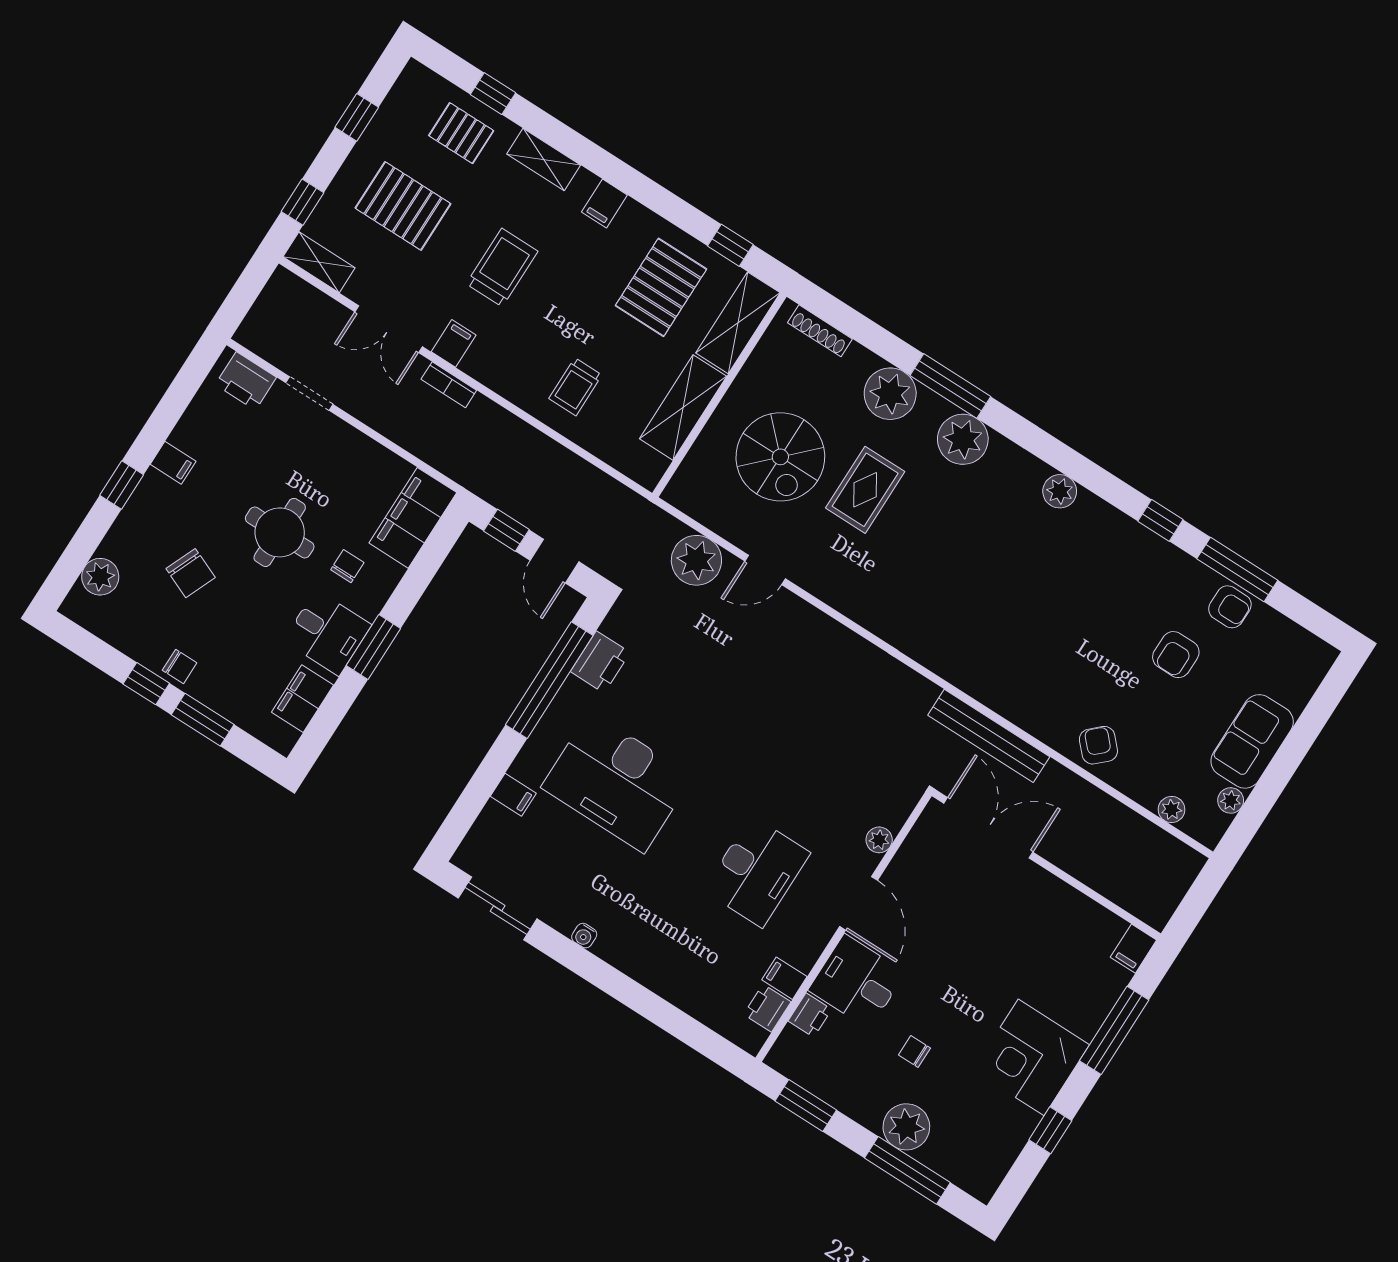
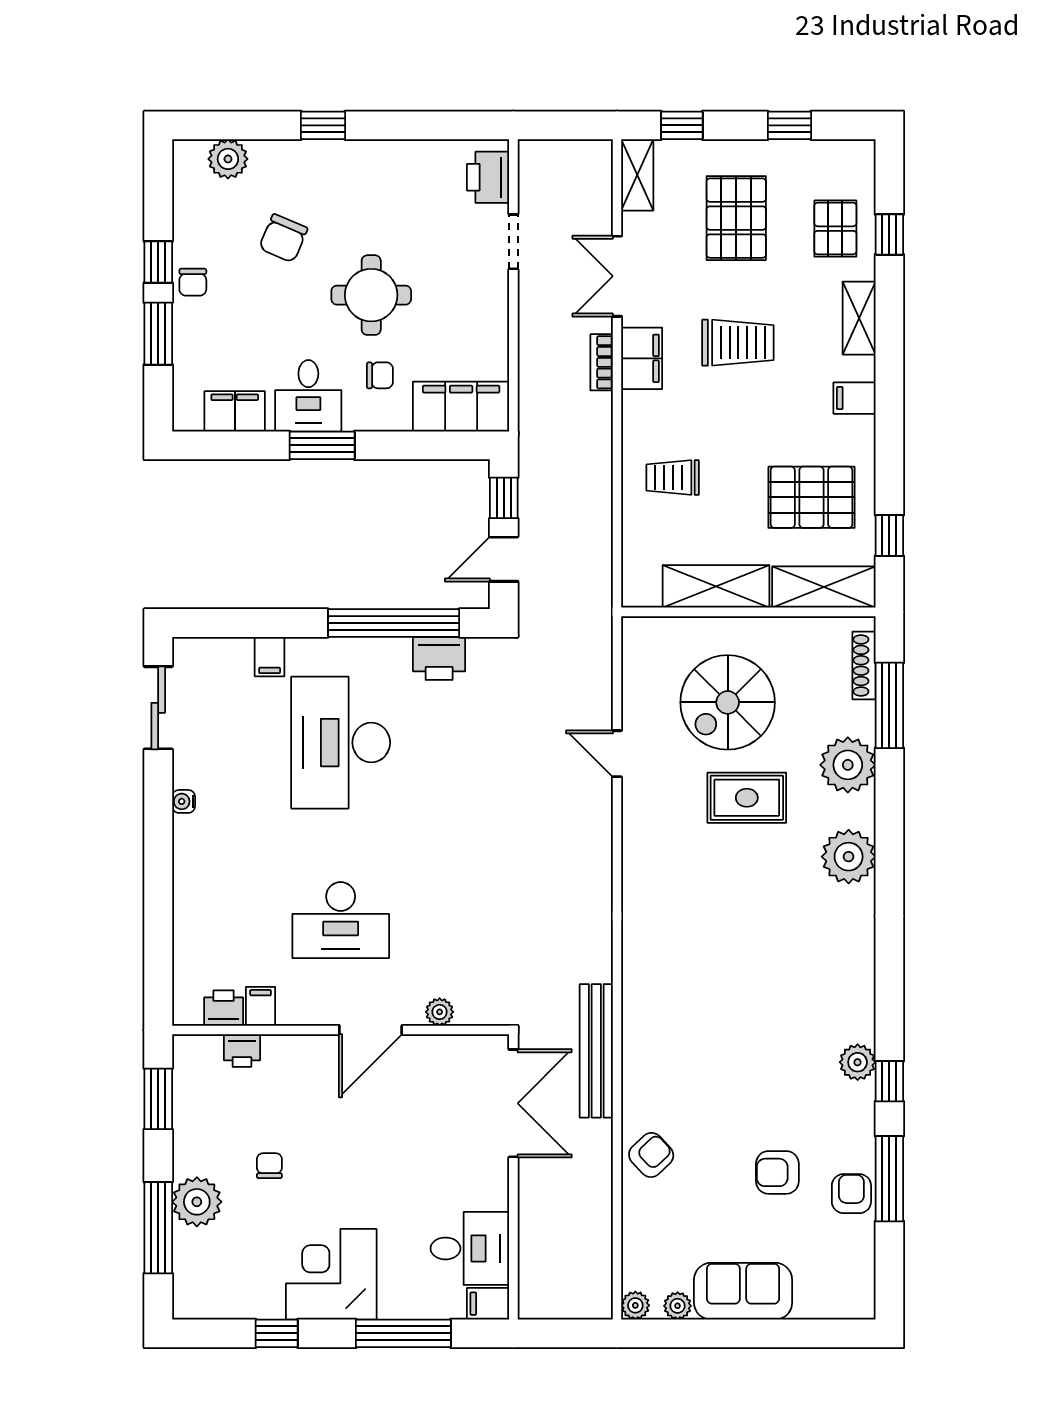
filing cabinet: (454, 343) -> (642, 358), width x2.00
window: (950, 386) -> (889, 705), moved
filing cabinet: (173, 463) -> (373, 159), removed
plant: (1060, 491) -> (858, 1062), moved
plant: (696, 560) -> (586, 686), removed
armchair: (1230, 607) -> (851, 1194), turned 180
plant: (1172, 810) -> (635, 1305), moved
desk: (857, 981) -> (470, 1248), moved, turned 90

